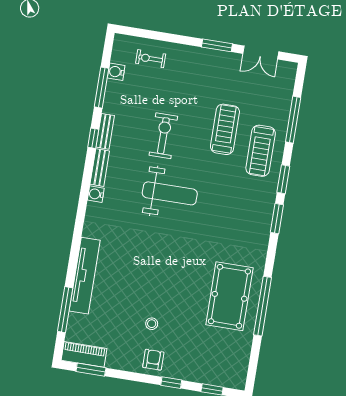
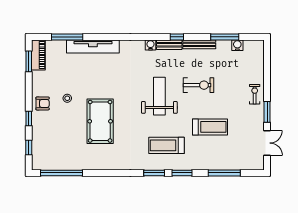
double door: (261, 53) -> (267, 143), swing flipped
exercise bike: (151, 59) -> (255, 94), moved
bench: (105, 131) -> (199, 44), width x1.36
window: (93, 138) -> (177, 37), moved
treadmill: (261, 151) -> (166, 145), moved
weight bench: (170, 193) -> (159, 96), turned 180
pool table: (229, 296) -> (100, 121), moved, turned 90
window: (263, 306) -> (62, 173), moved

